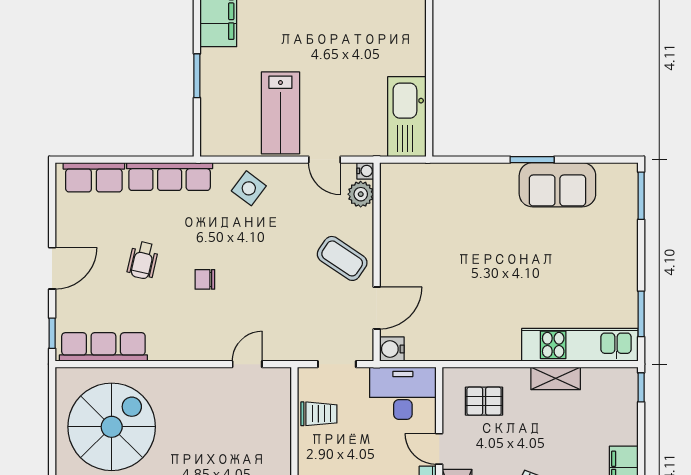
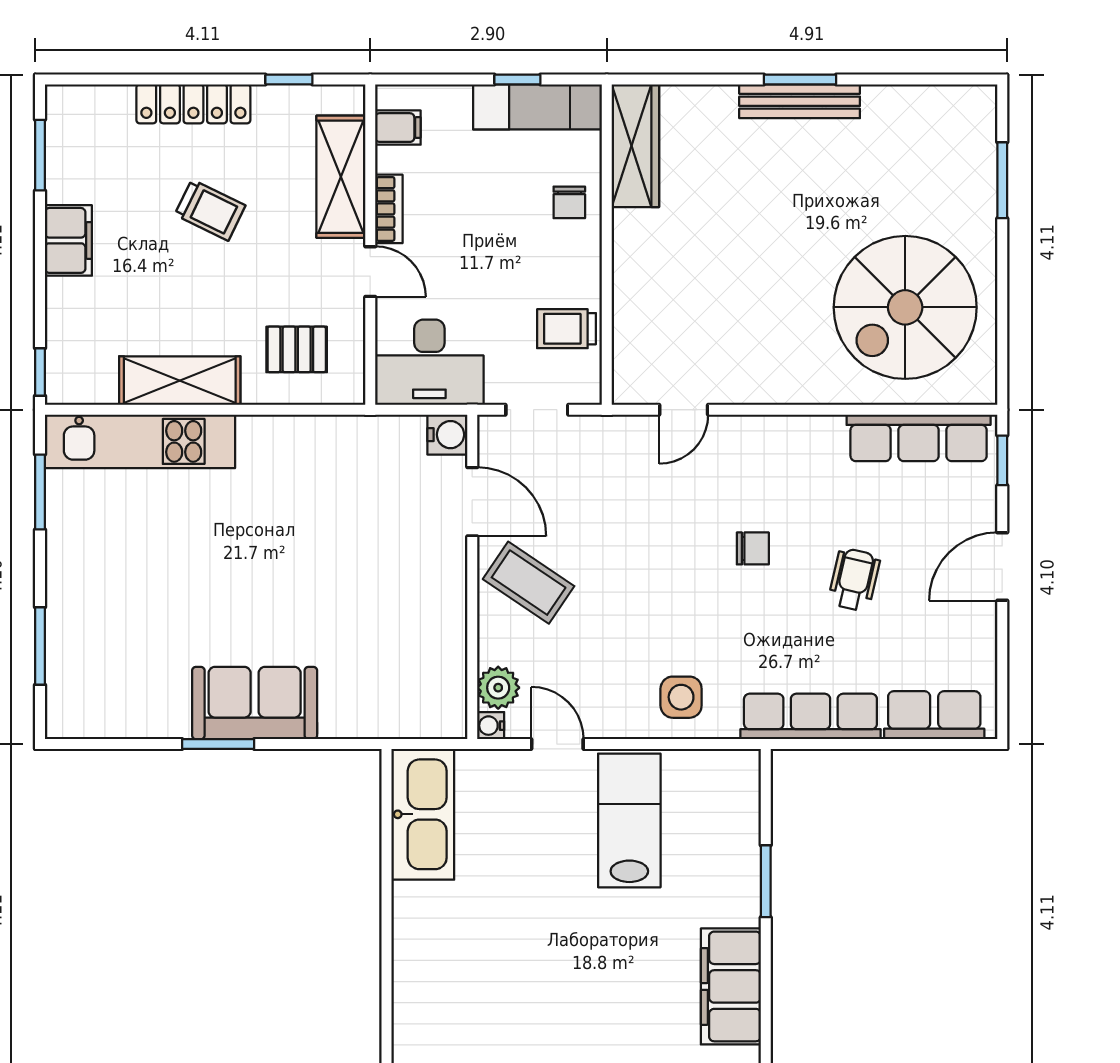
sofa: (557, 185) -> (255, 703), moved
side table: (249, 188) -> (681, 697), turned -37
window: (641, 196) -> (40, 646), moved
door: (377, 308) -> (472, 502), swing flipped
shelving: (556, 378) -> (180, 381), width x1.50, depth x1.33

